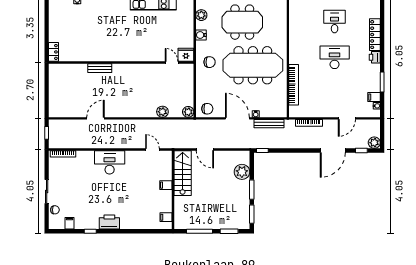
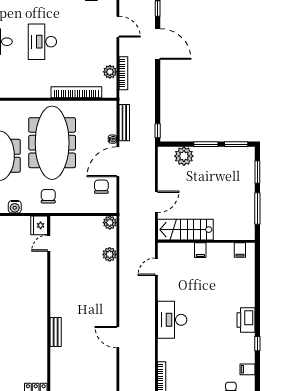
chair: (207, 109) -> (101, 187), moved
plant: (310, 112) -> (110, 72), added

